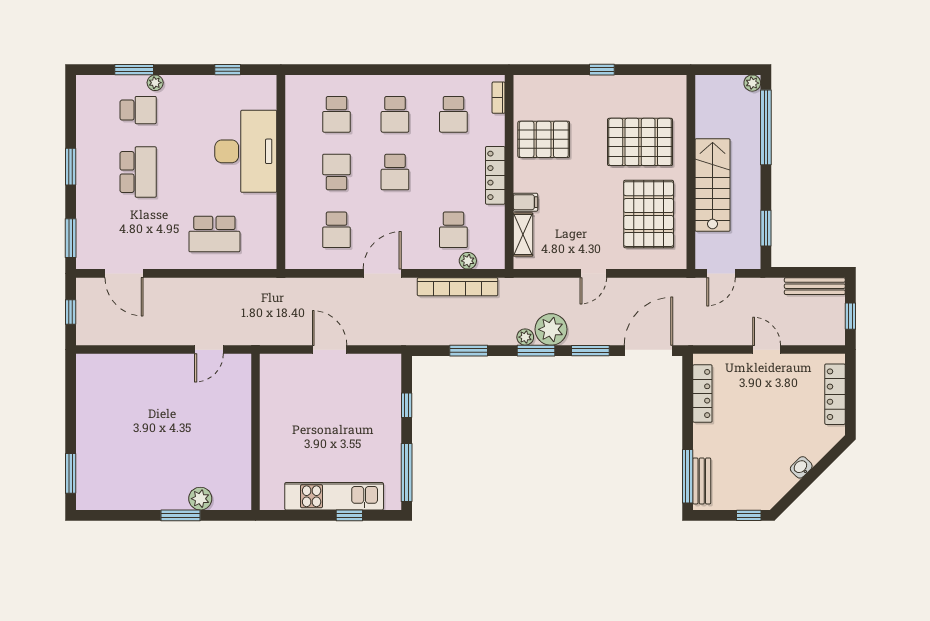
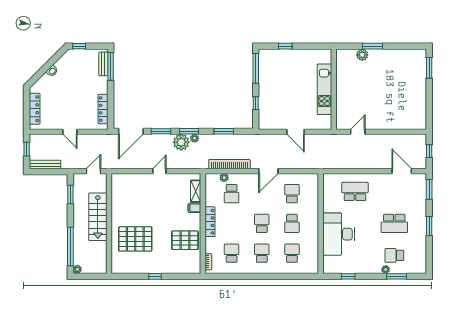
school desk: (138, 172) -> (394, 223), turned -90
pallet: (649, 214) -> (131, 202), removed
school desk: (453, 230) -> (232, 194), turned 180
kitchen unit: (334, 496) -> (324, 89), moved, turned 90

